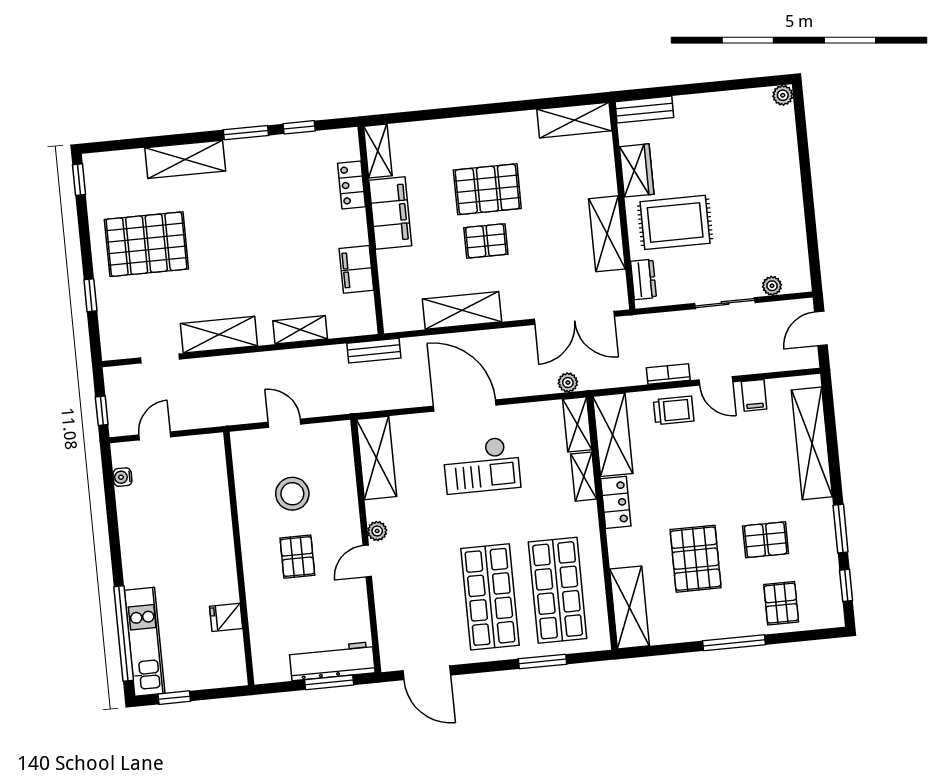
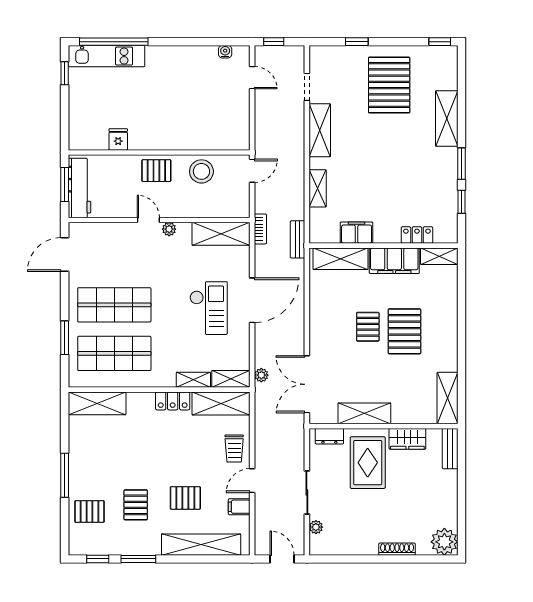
plant: (783, 95) -> (444, 542), width x1.88, depth x1.88
shoe rack: (792, 170) -> (397, 549), added
shelving: (462, 310) -> (340, 259), moved, turned 90
bookcase: (668, 374) -> (260, 229), moved
checkout: (482, 465) -> (209, 308), turned 180
wall: (239, 558) -> (159, 153), moved
pallet: (696, 559) -> (185, 498), moved, width x0.67, depth x0.71
fridge: (226, 617) -> (118, 139), moved

